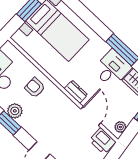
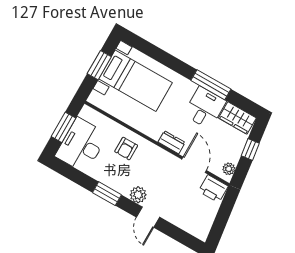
armchair: (35, 88) -> (126, 149), turned -90
plant: (15, 111) -> (138, 195), moved

